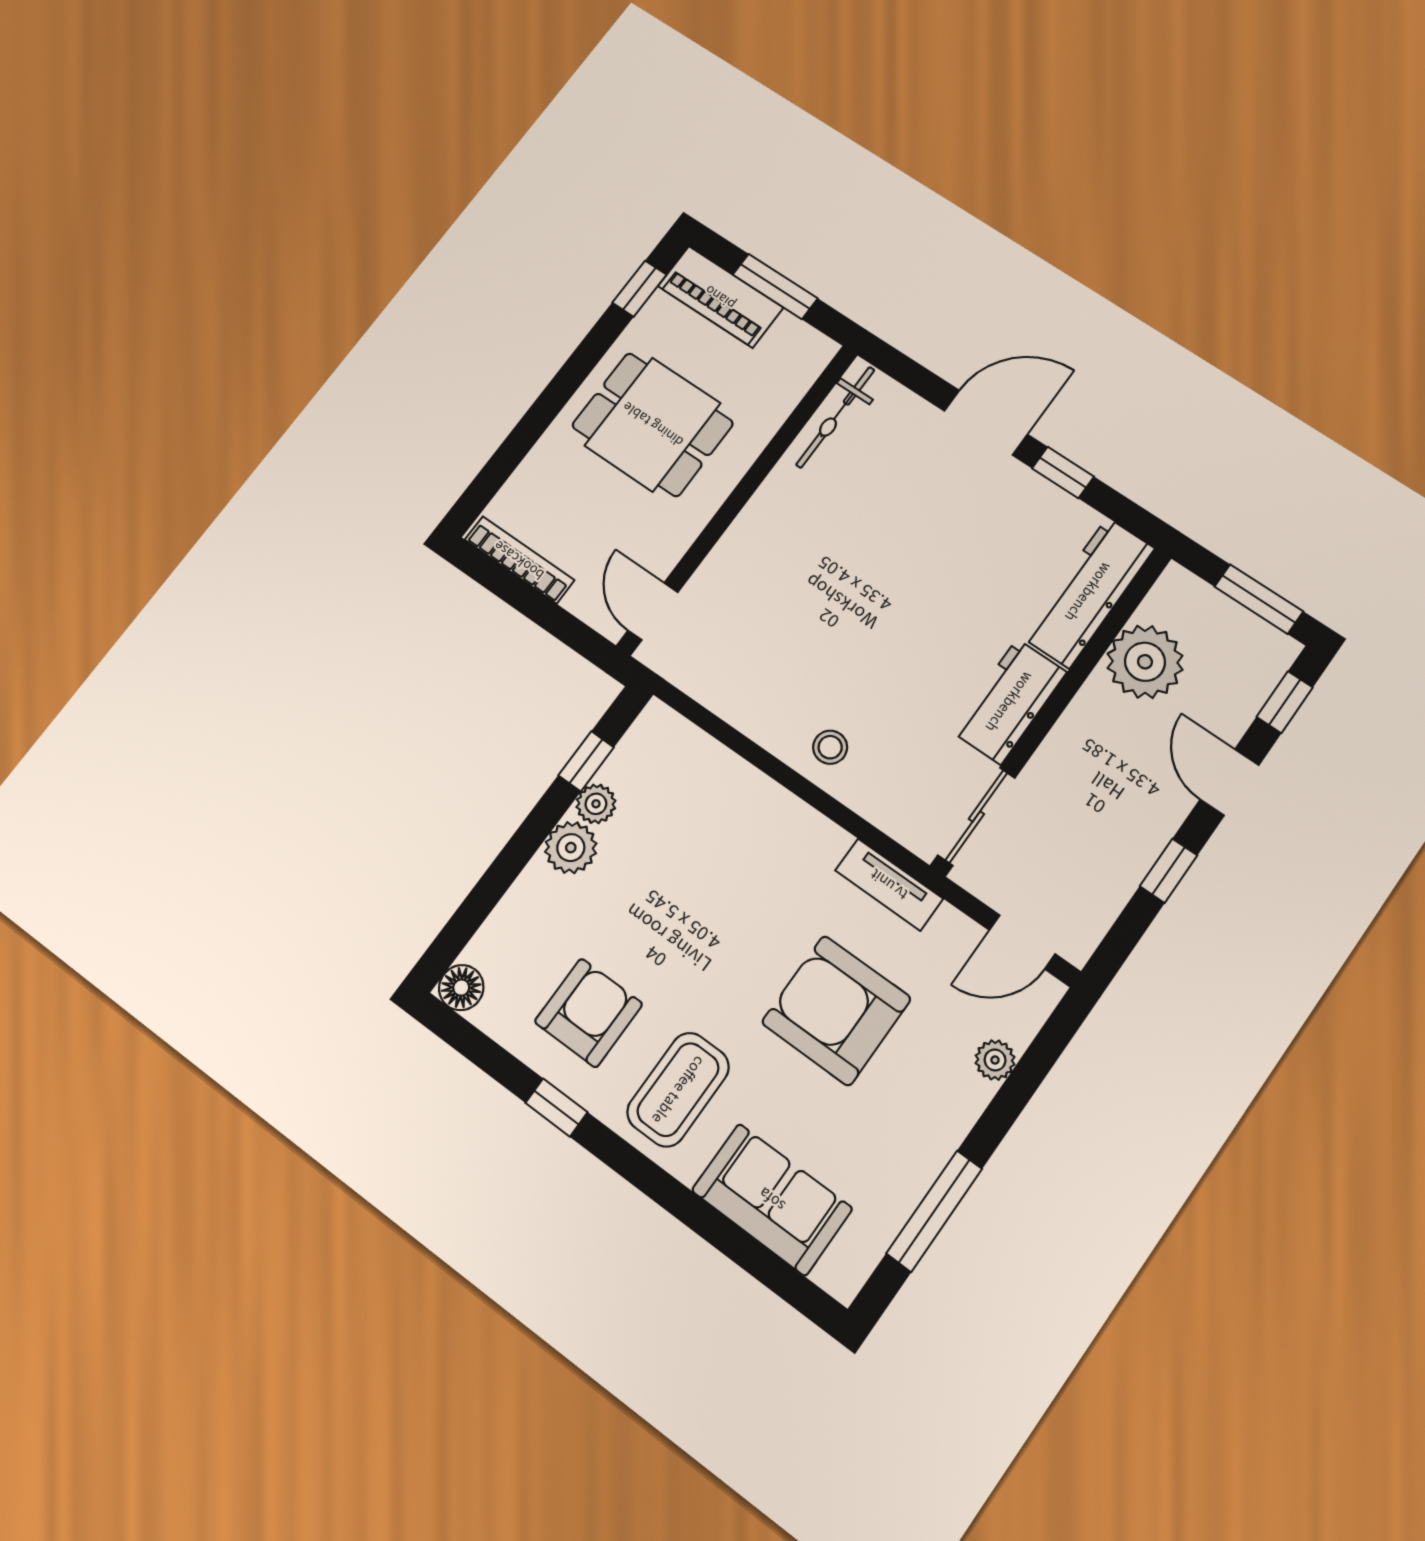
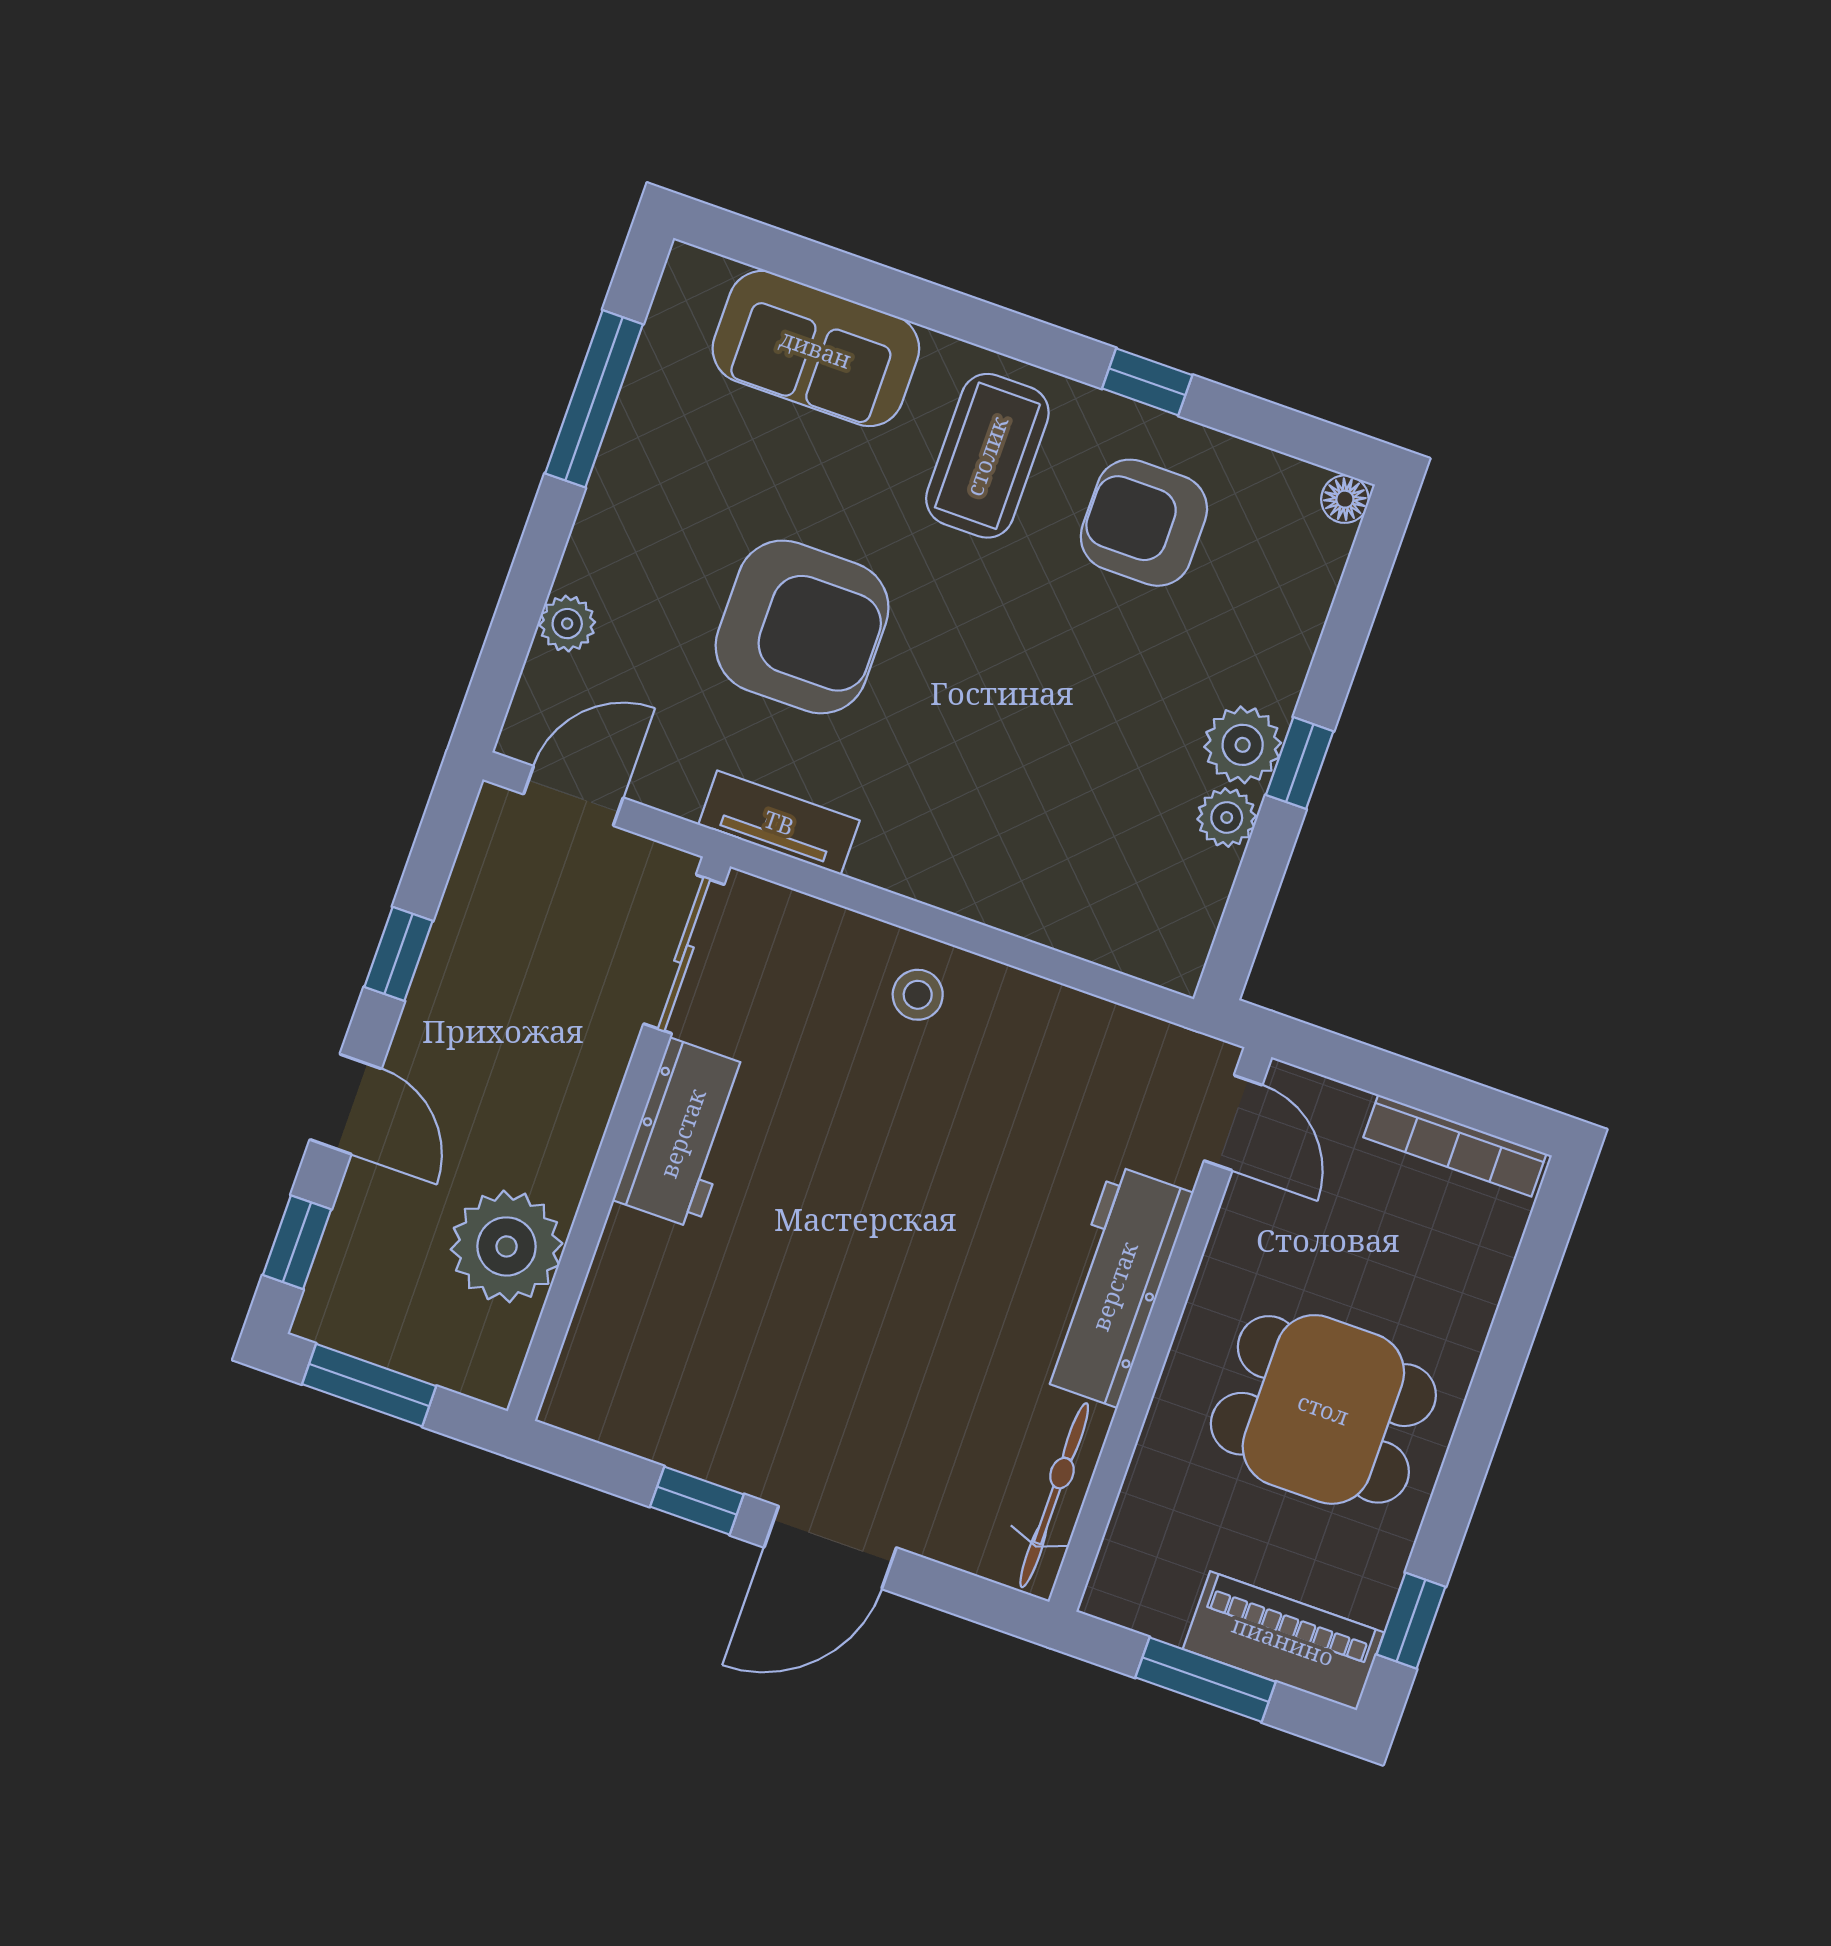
workbench: (1088, 592) -> (1115, 1286), moved, turned 180
window: (586, 761) -> (1300, 763), moved
floor lamp: (461, 988) -> (1345, 499), width x0.73, depth x0.73
armchair: (589, 1013) -> (1144, 523), turned 90

